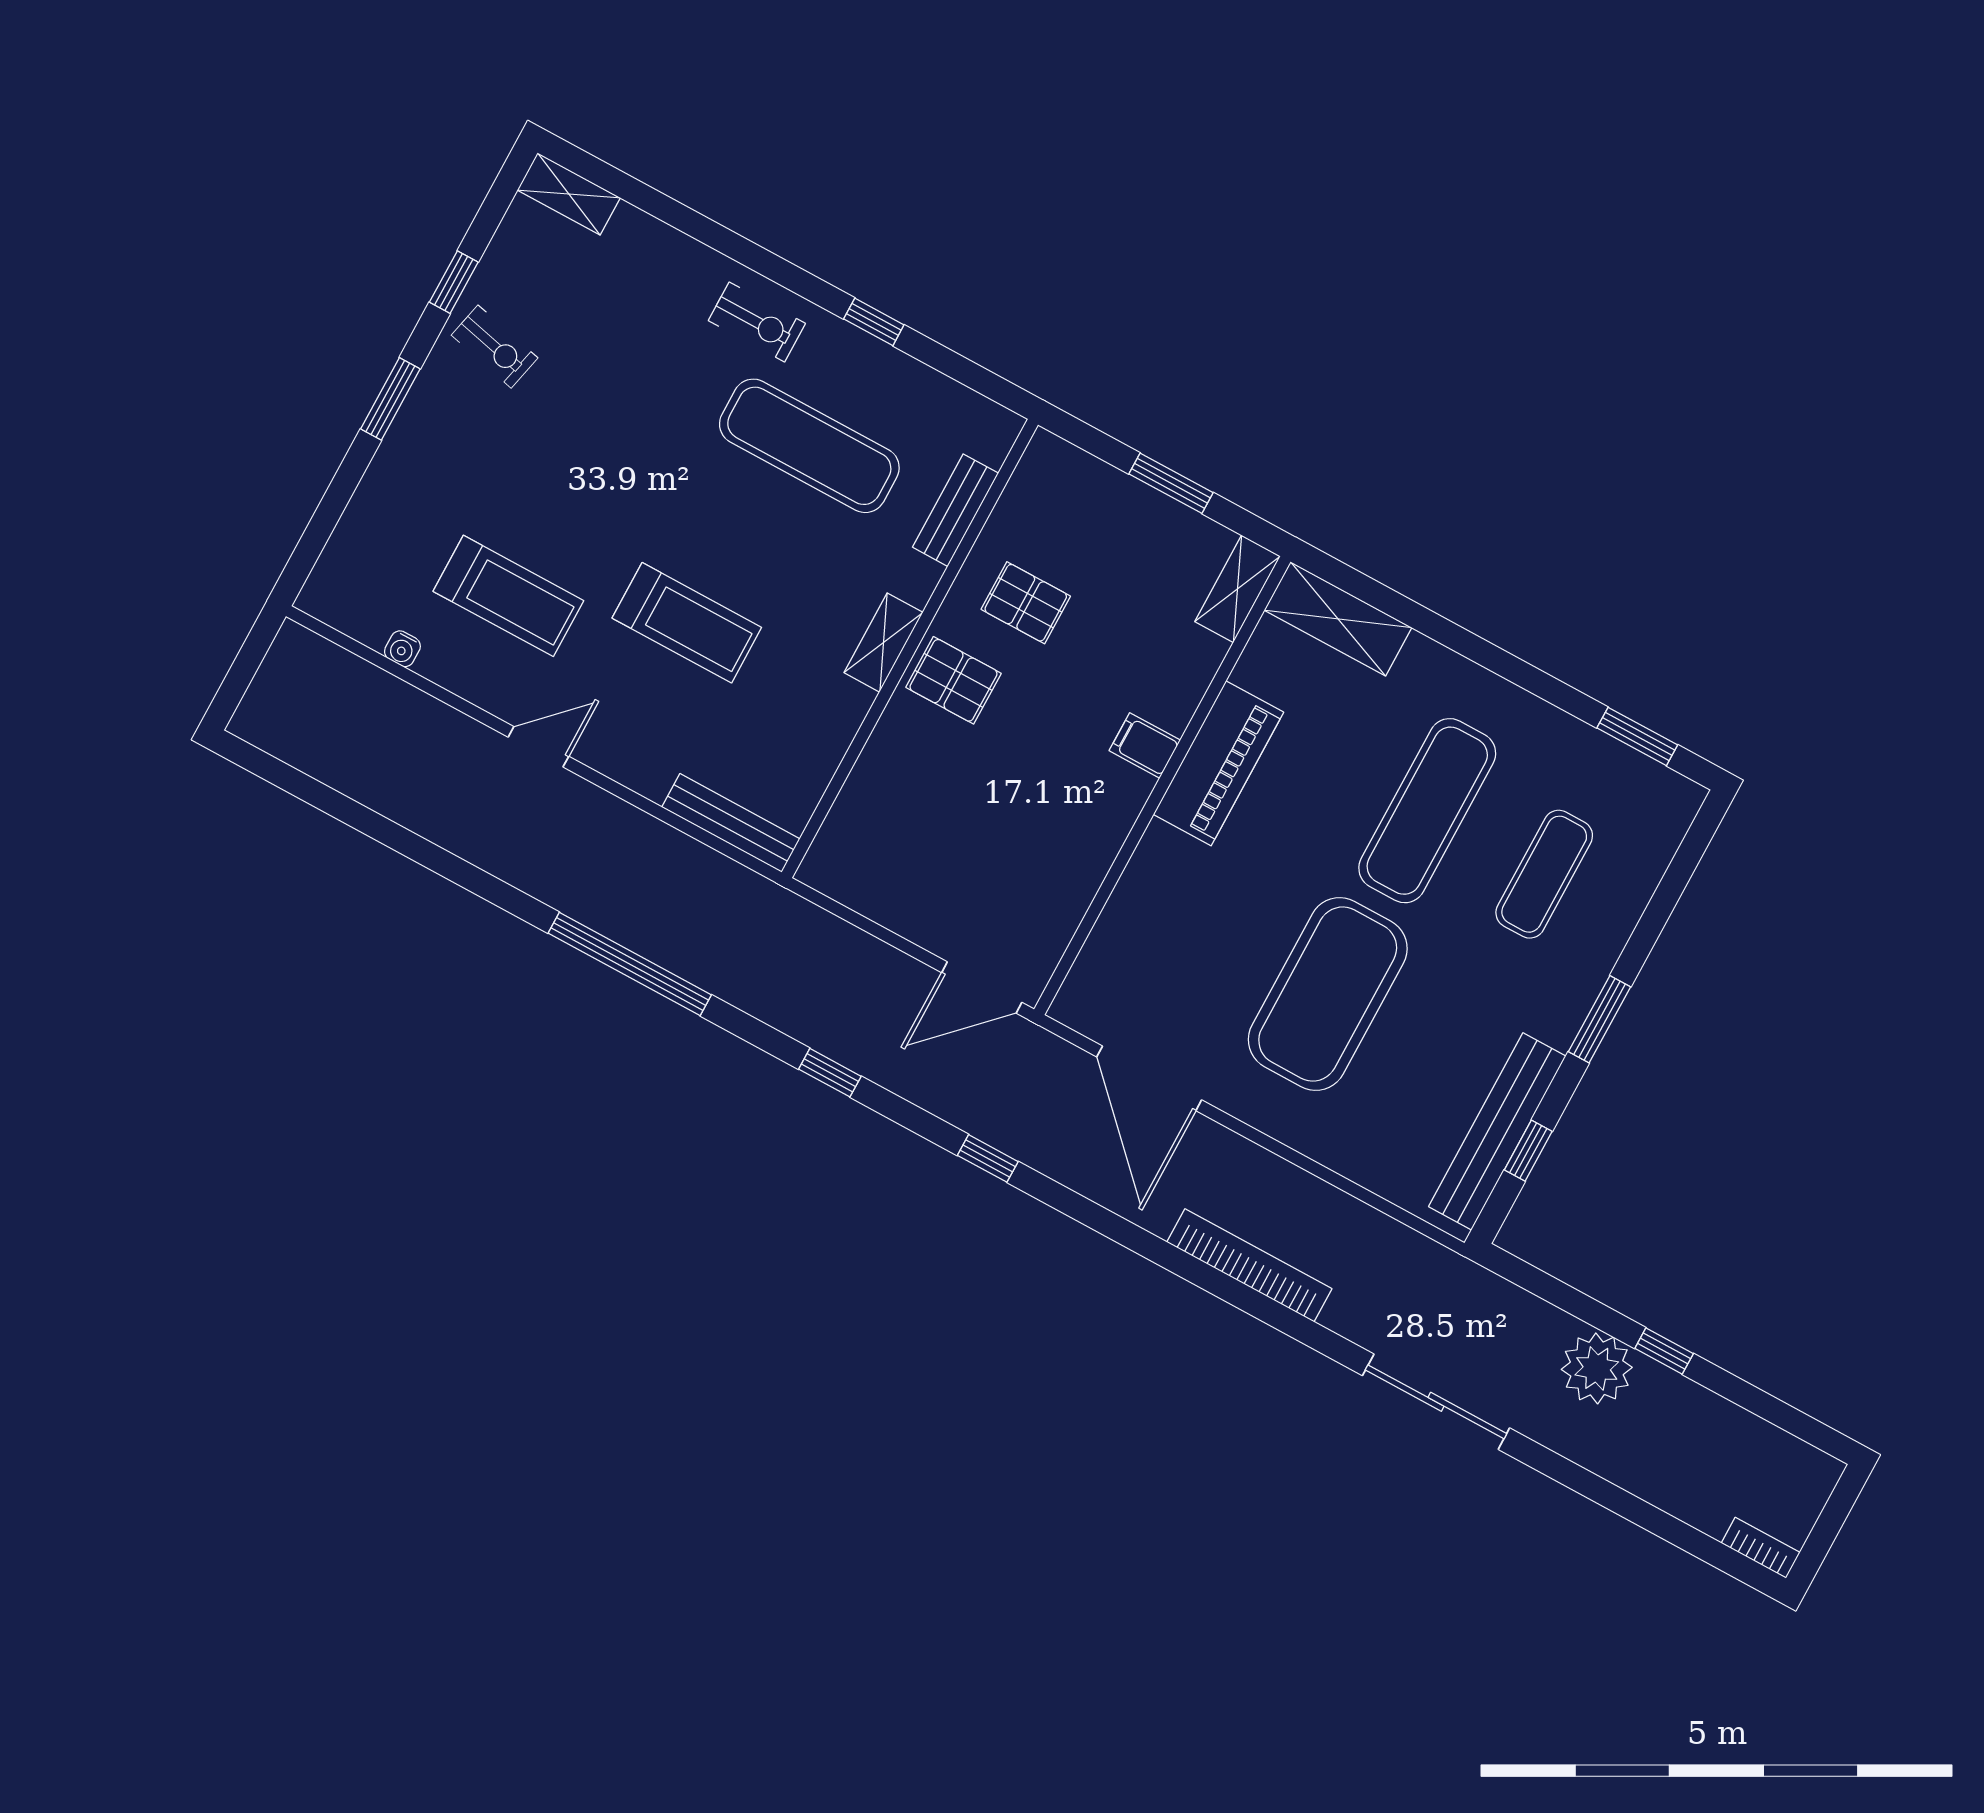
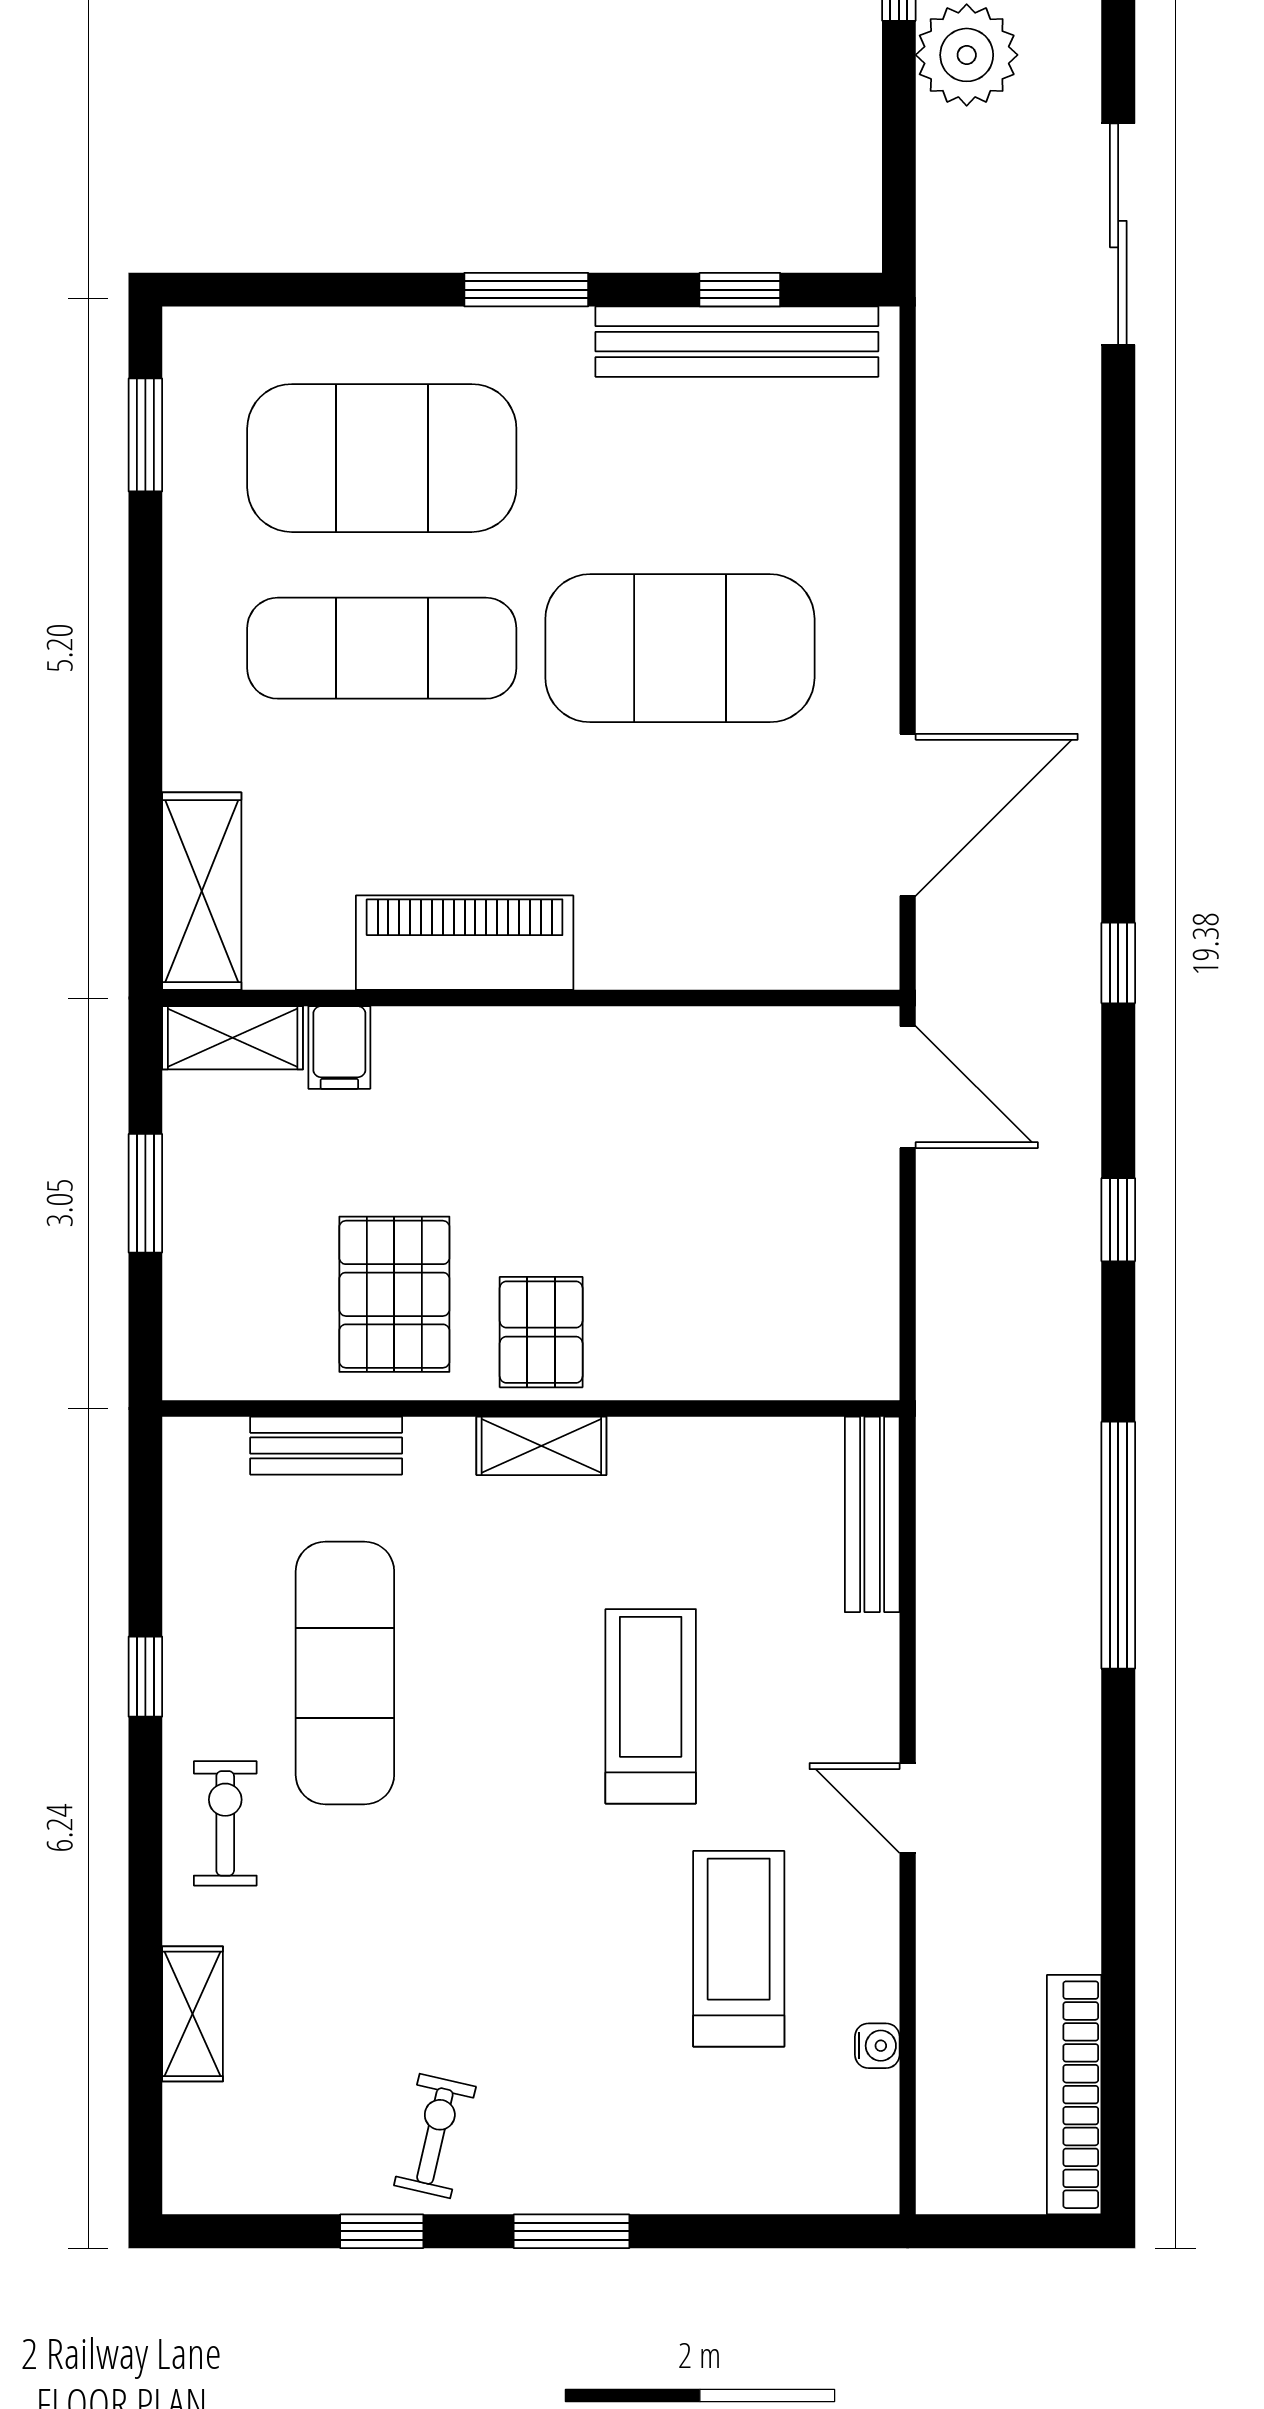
shelving: (569, 194) -> (193, 2014), moved
pallet: (1026, 603) -> (394, 1294), width x1.50, depth x1.42
filing cabinet: (1145, 745) -> (339, 1047), moved
exercise mat: (1544, 874) -> (382, 458), width x2.00, depth x1.45
bookcase: (1249, 1265) -> (1074, 2095), moved

